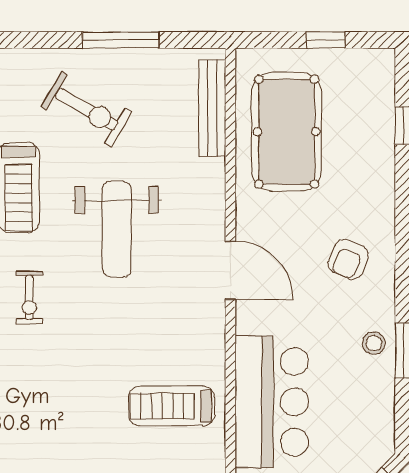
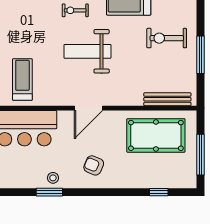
window: (326, 40) -> (200, 155), width x2.17
exercise bike: (86, 109) -> (167, 38), turned 60
weight bench: (117, 229) -> (87, 51), moved

